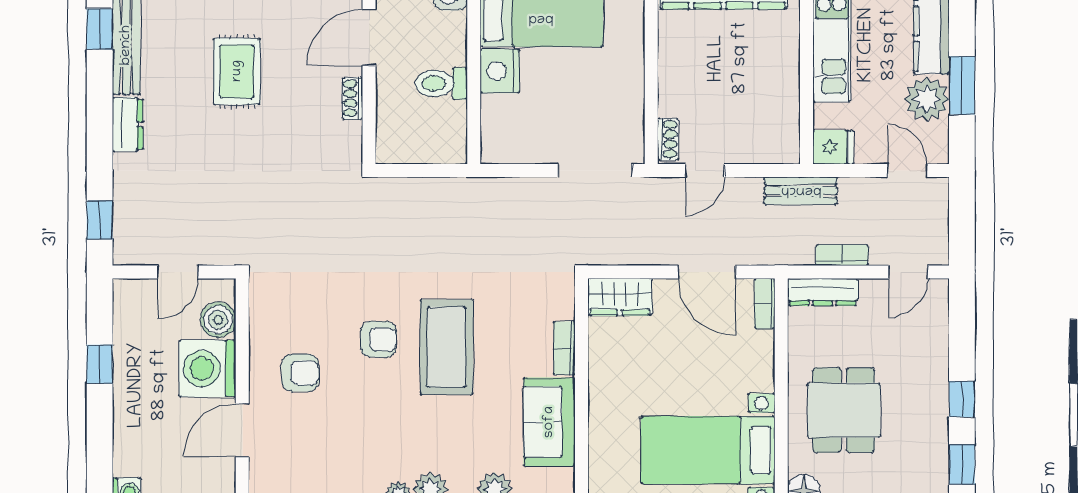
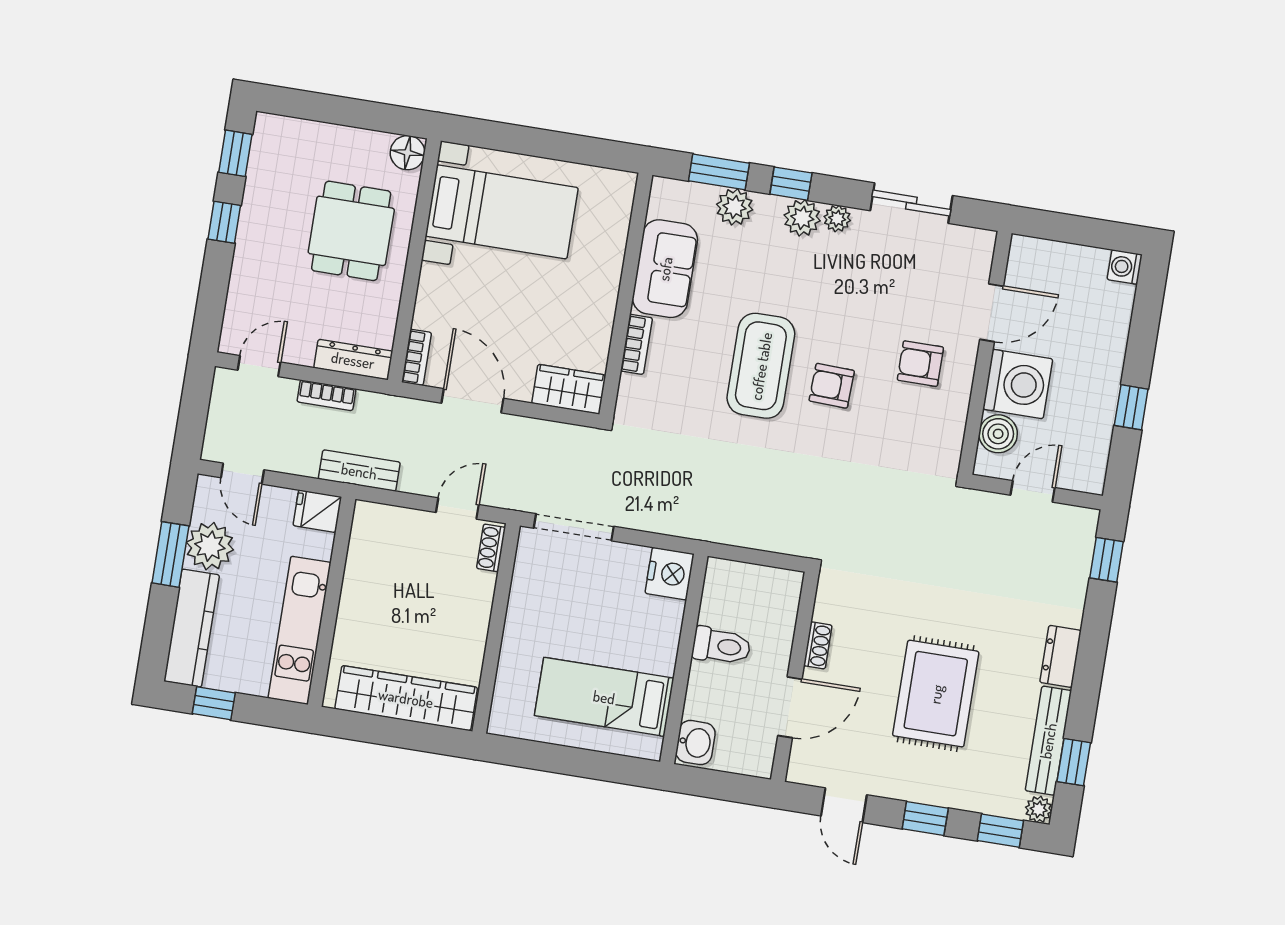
rug: (237, 71) -> (936, 694), width x1.36, depth x1.43
nightstand: (500, 71) -> (670, 574), moved

